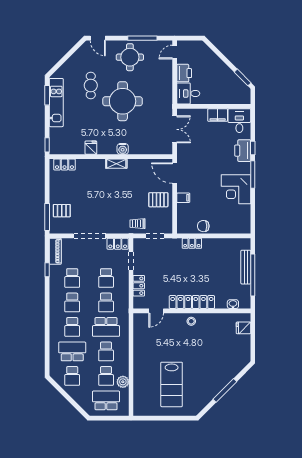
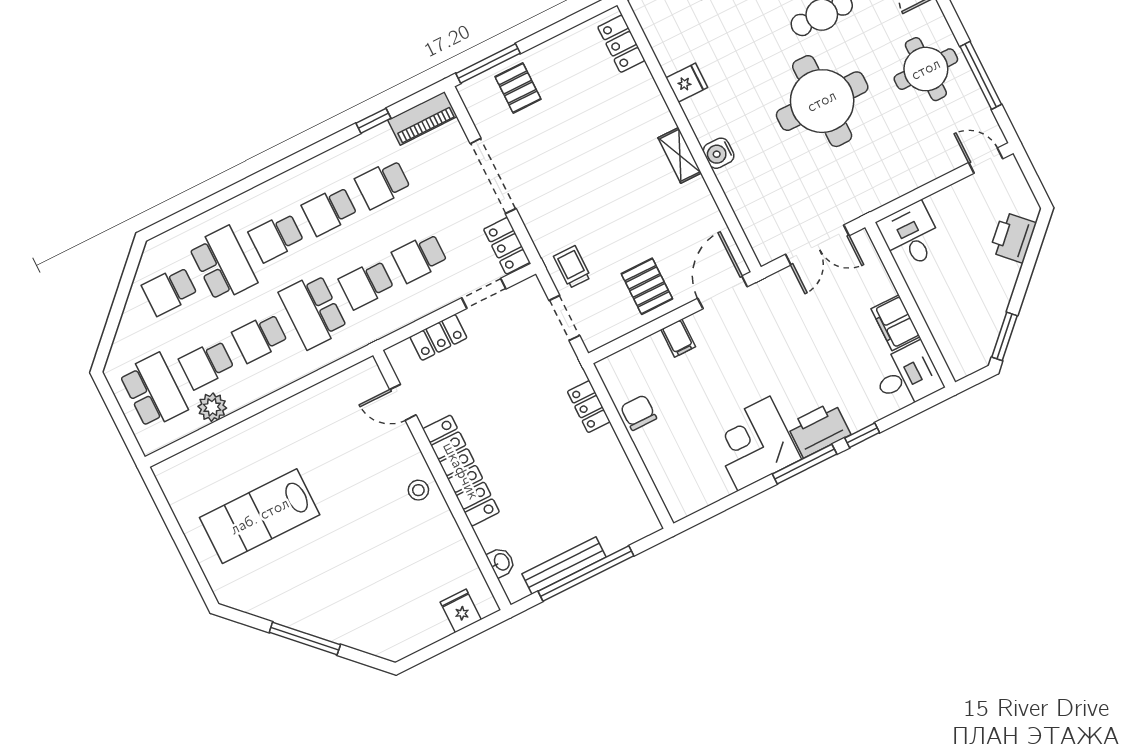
printer: (184, 73) -> (1013, 237), moved, turned 135
printer: (243, 151) -> (819, 430), moved
bench: (246, 267) -> (564, 566), moved

